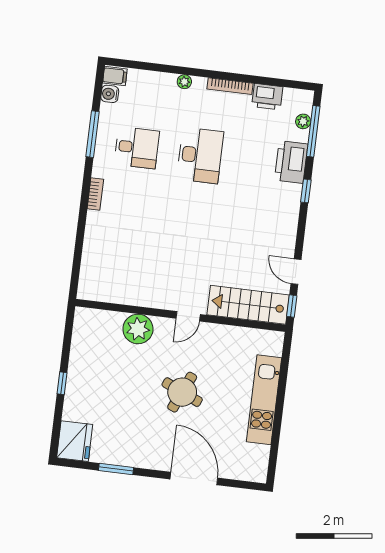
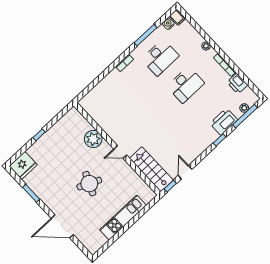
desk: (137, 148) -> (160, 58), width x1.37
door: (194, 478) -> (62, 226), swing flipped

